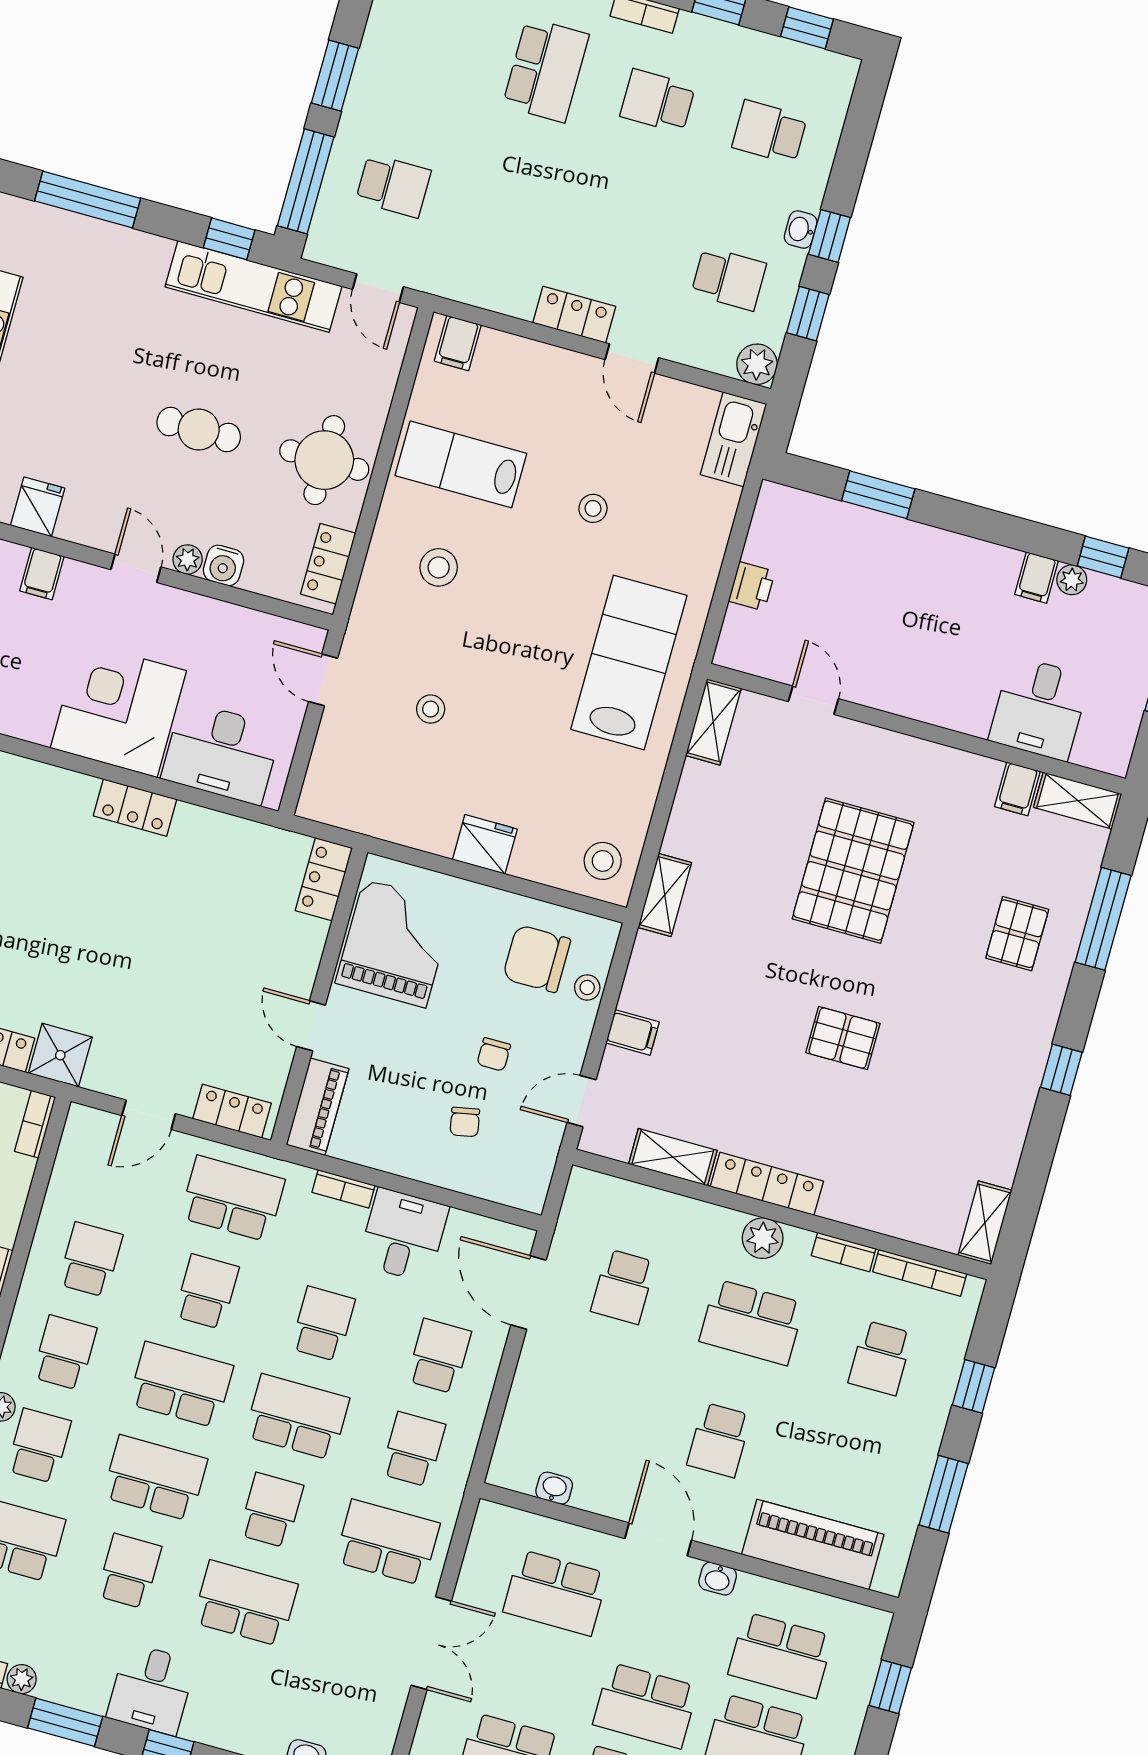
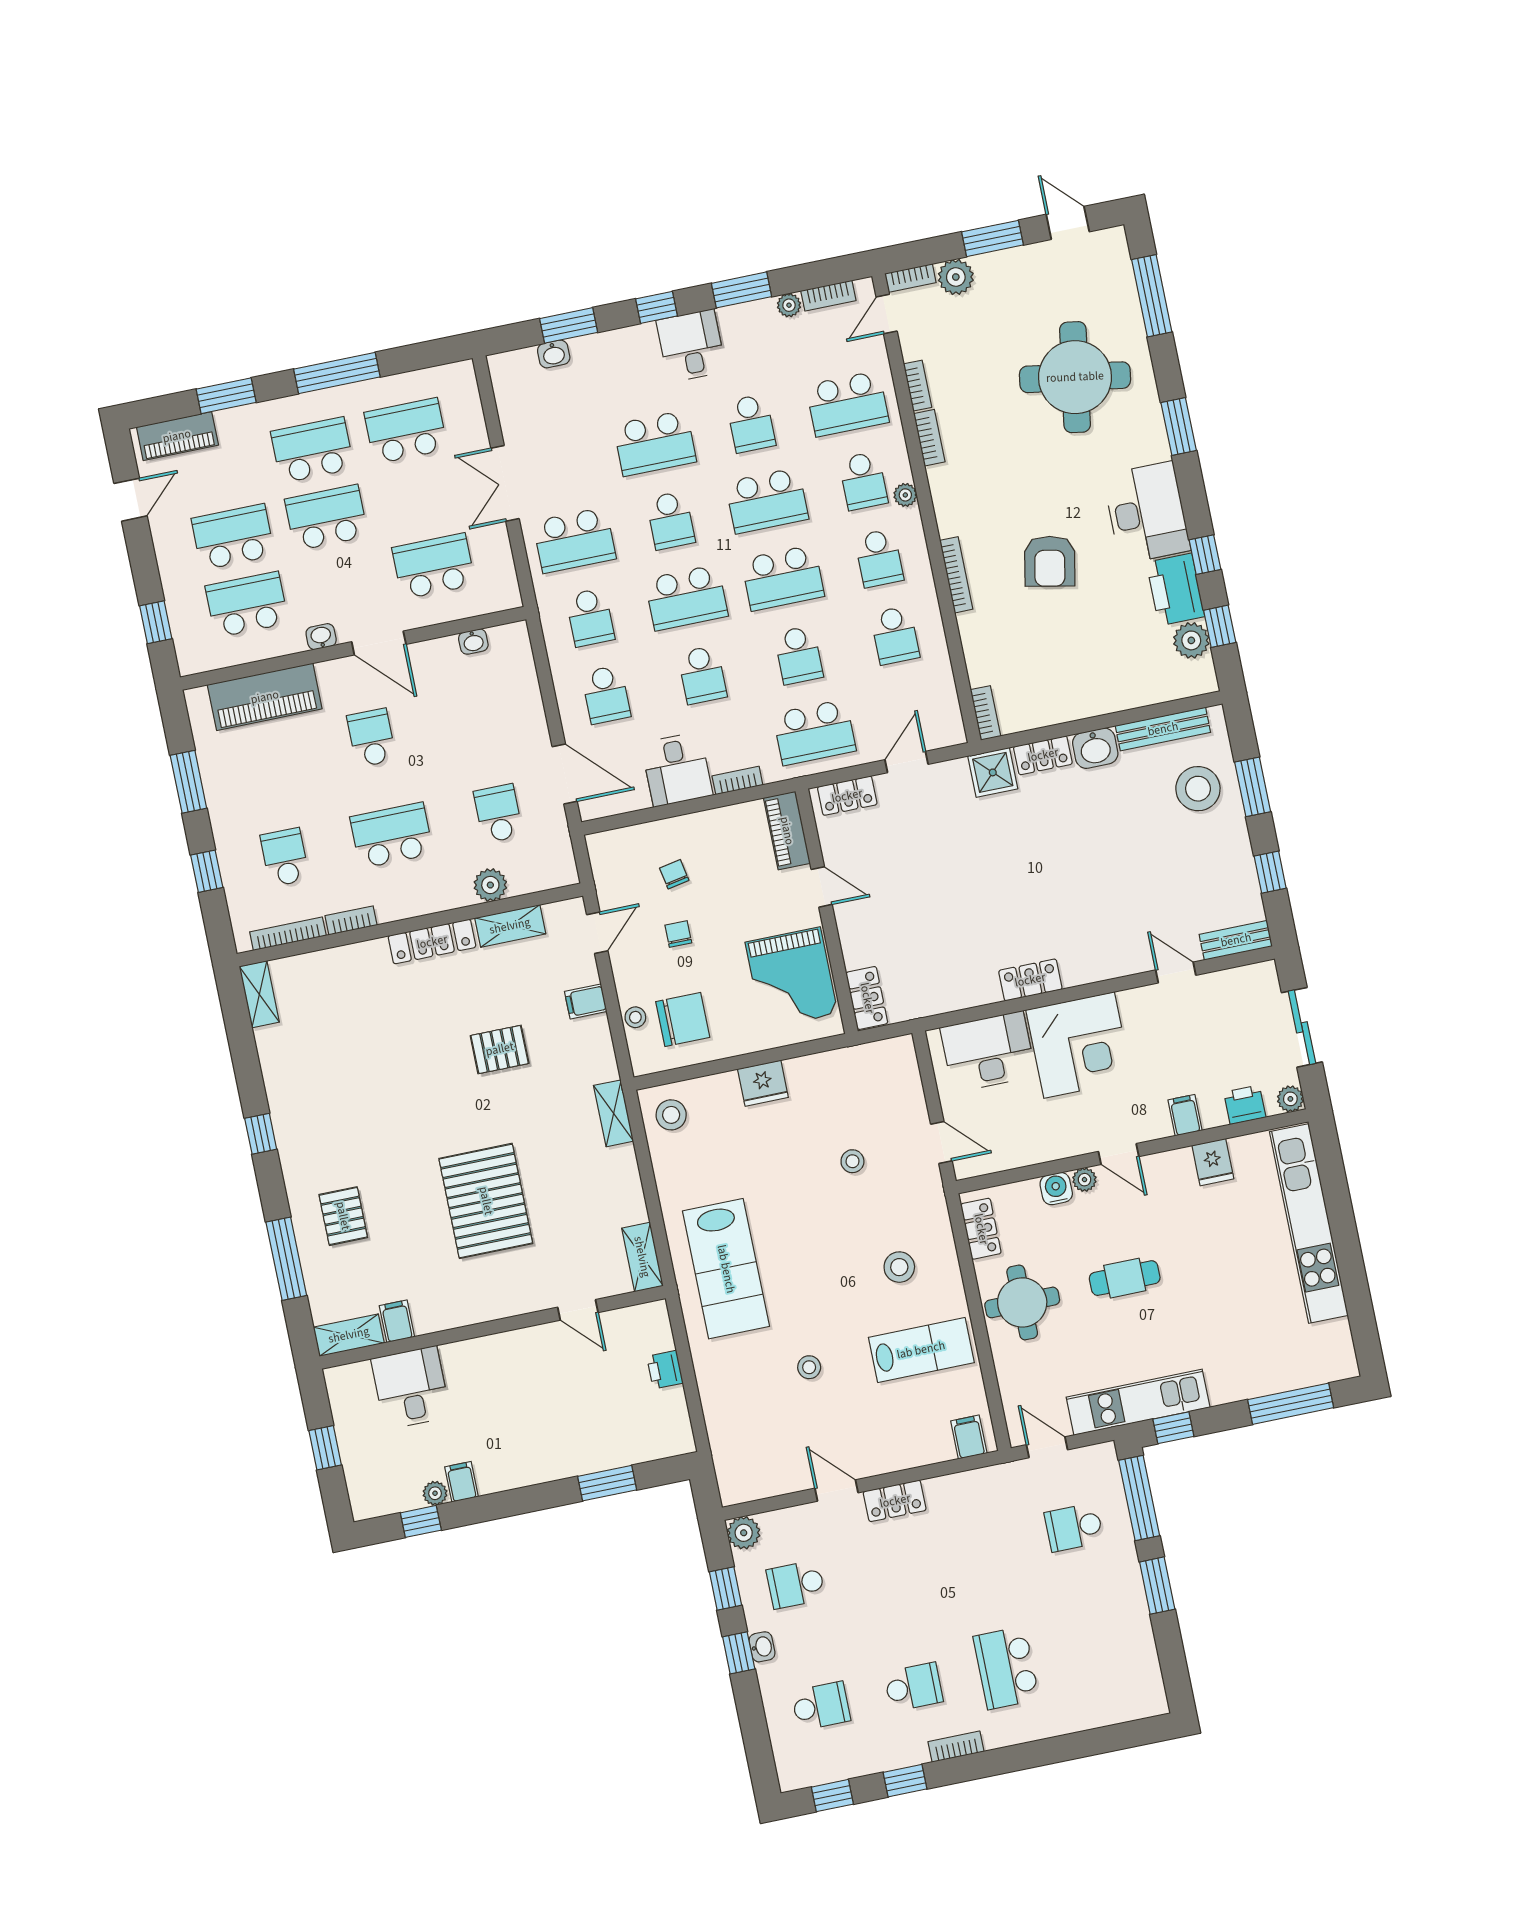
kitchen sink: (734, 439) -> (733, 1470), removed
pallet: (843, 1038) -> (500, 1049), moved
plant: (763, 1238) -> (490, 885), moved

